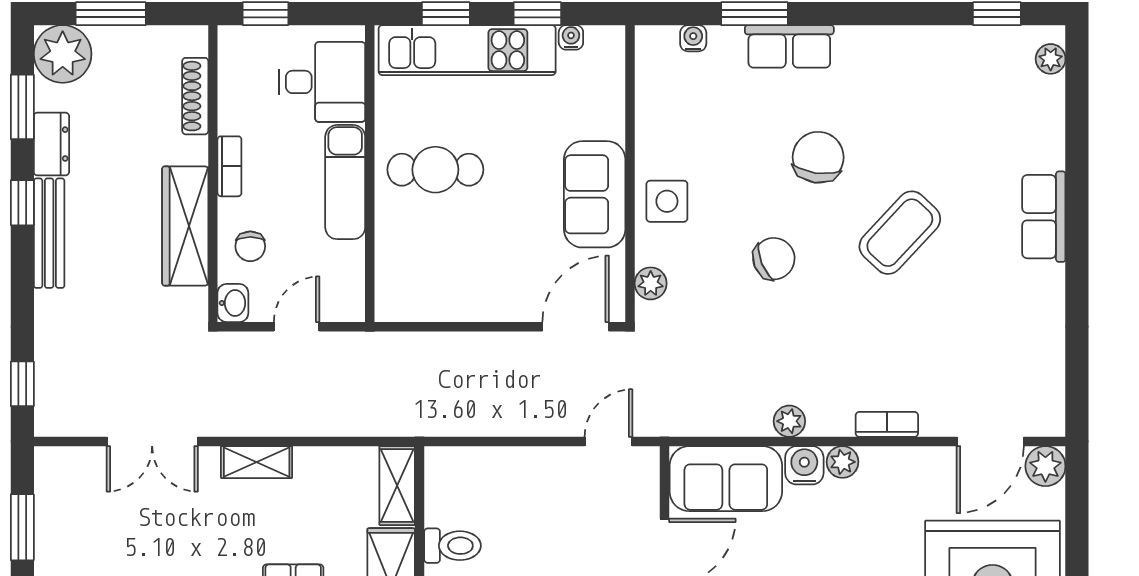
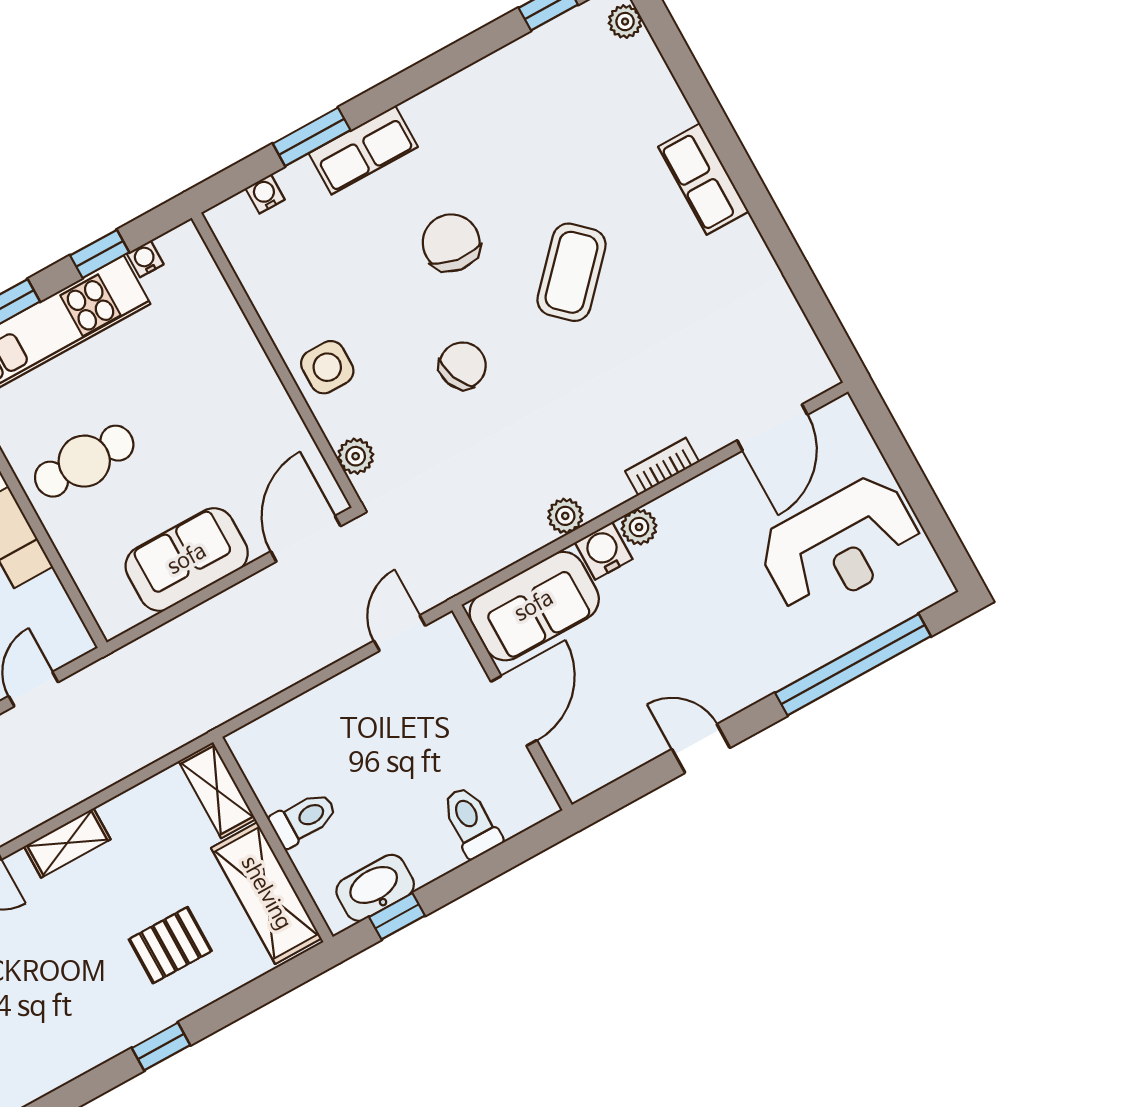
sofa: (595, 194) -> (187, 559), moved, turned 90
plant: (1045, 466) -> (839, 422), removed

